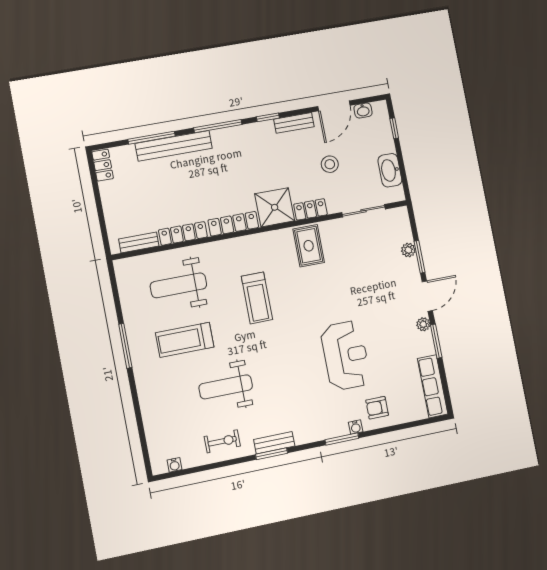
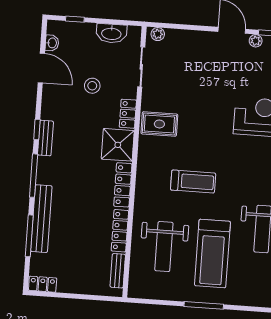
bench: (294, 123) -> (45, 138), moved
plant: (408, 250) -> (158, 34), moved
window: (420, 257) -> (195, 28), removed
treadmill: (185, 340) -> (212, 254), width x1.37, depth x1.38

